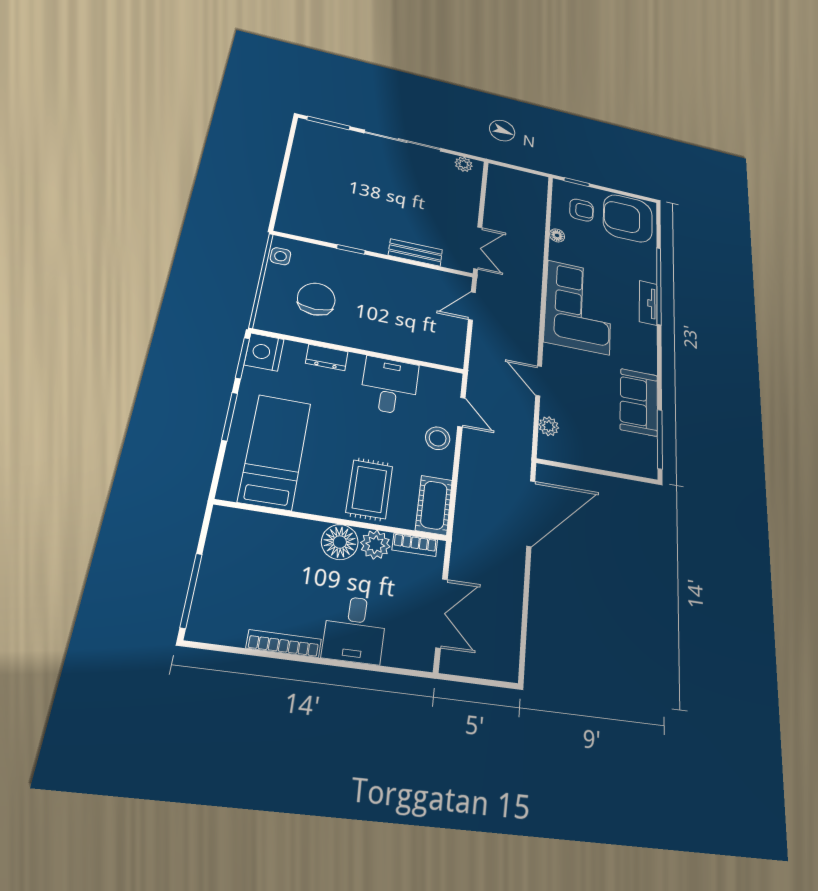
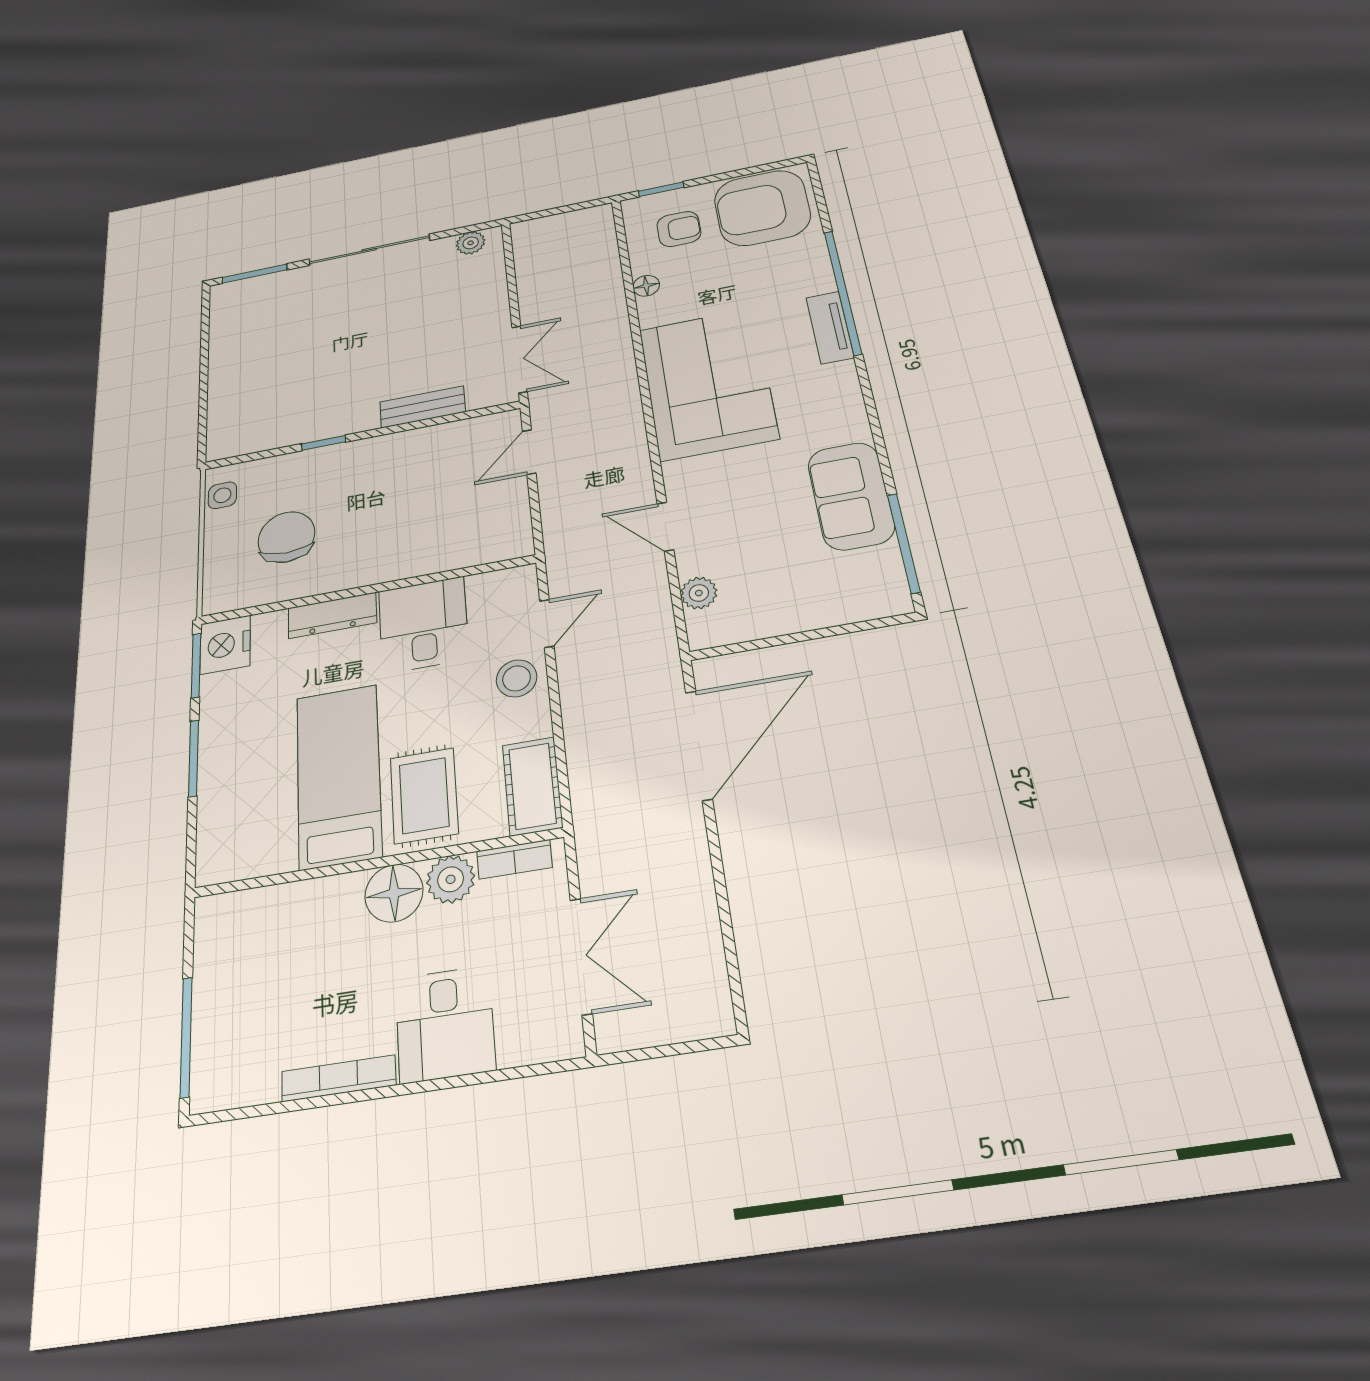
dresser: (327, 357) -> (332, 615), width x1.44
door: (461, 412) -> (547, 623), hinge flipped
bed: (275, 452) -> (339, 776), moved

